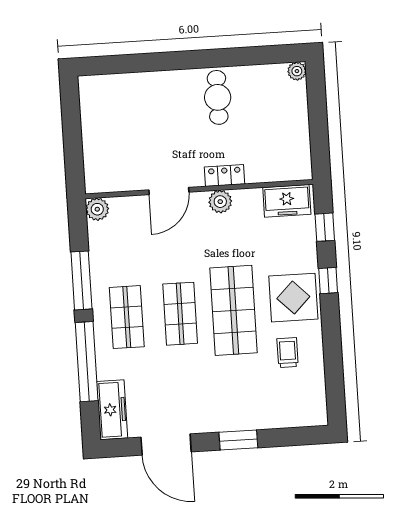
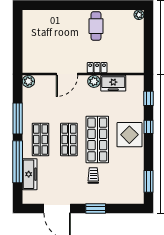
freezer: (287, 201) -> (113, 83), moved
trolley: (288, 353) -> (93, 175), moved
window: (335, 383) -> (149, 181), added
freezer: (112, 410) -> (30, 174), moved

